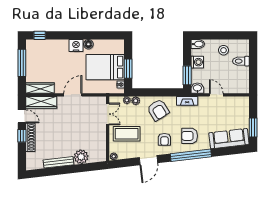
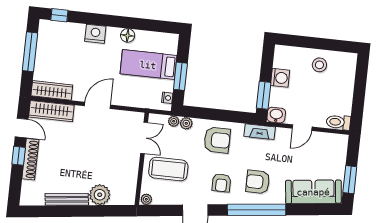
bidet: (198, 44) -> (284, 52), removed
nightstand: (76, 46) -> (95, 34), moved
toilet: (241, 61) -> (338, 122), moved
bed: (105, 67) -> (148, 65), width x0.67
door: (216, 95) -> (302, 128), swing flipped
armchair: (158, 110) -> (217, 140), turned -58

